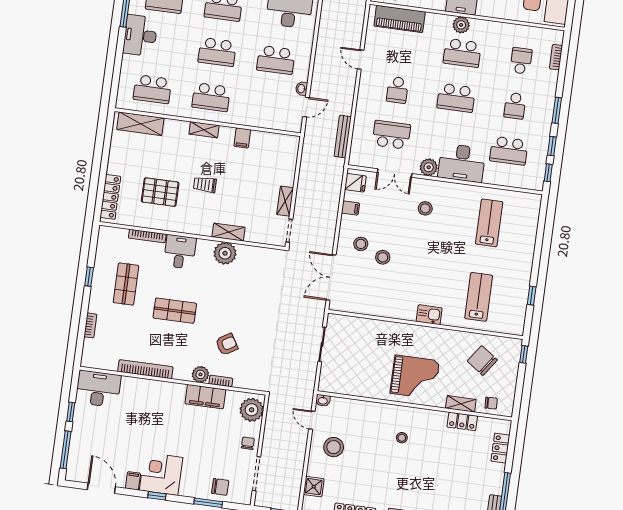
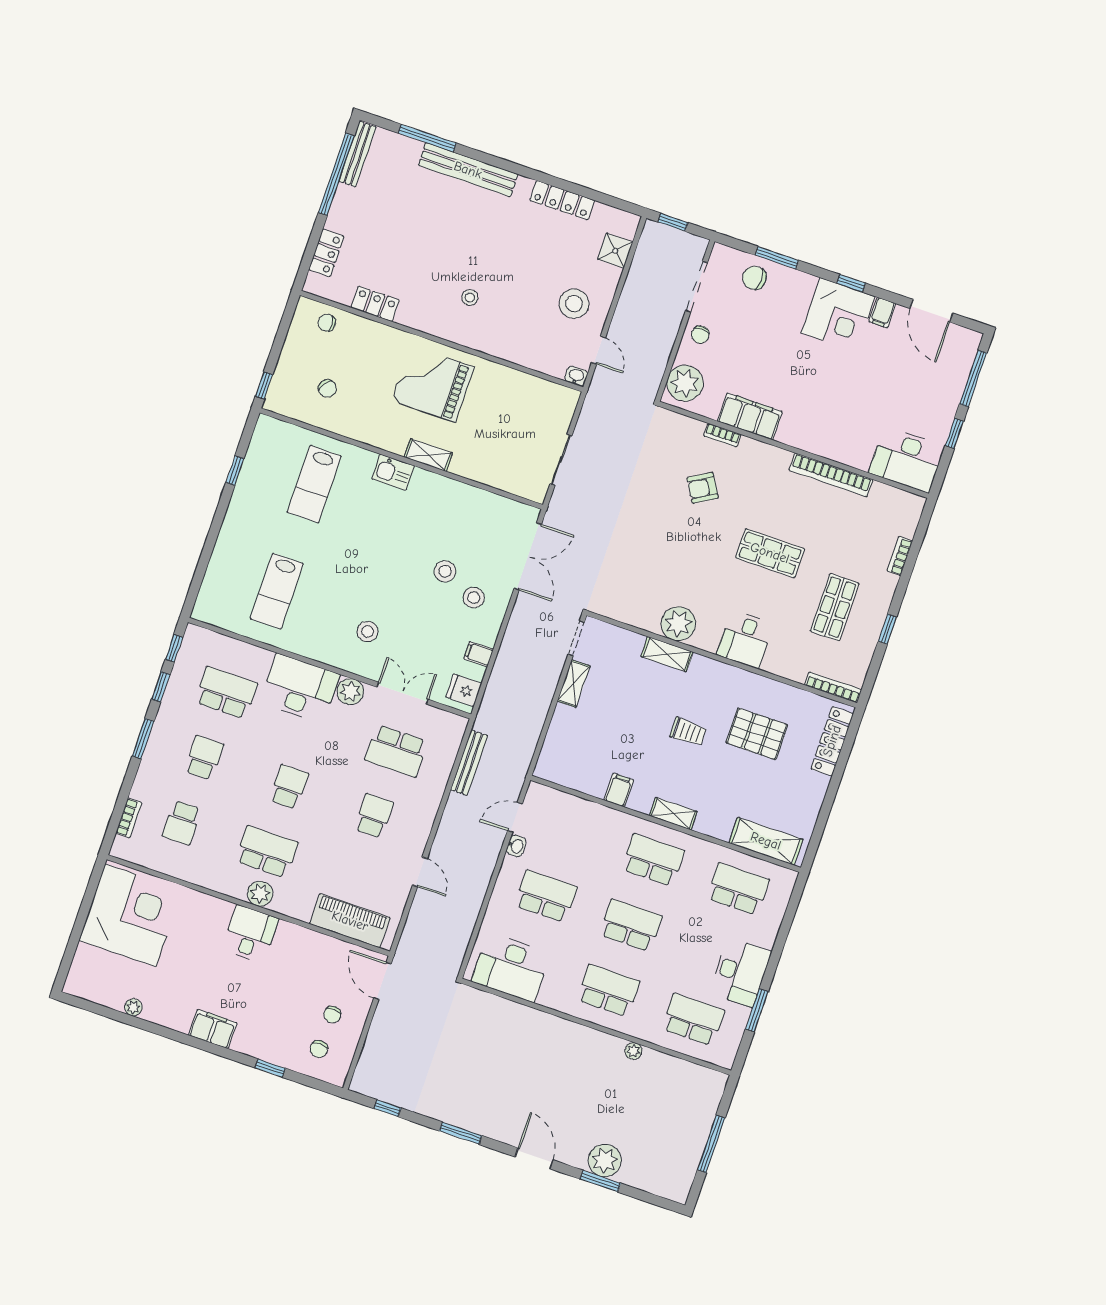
school desk: (456, 98) -> (289, 787), width x0.54
bookcase: (147, 236) -> (833, 687), moved
chair: (482, 361) -> (327, 388), width x0.54, depth x0.54
plant: (200, 374) -> (751, 451), removed
shelving: (461, 404) -> (428, 455), moved

